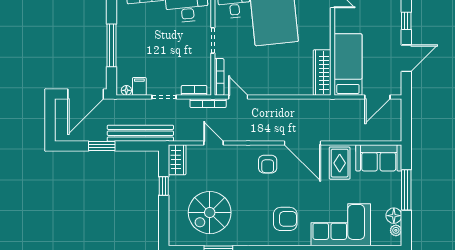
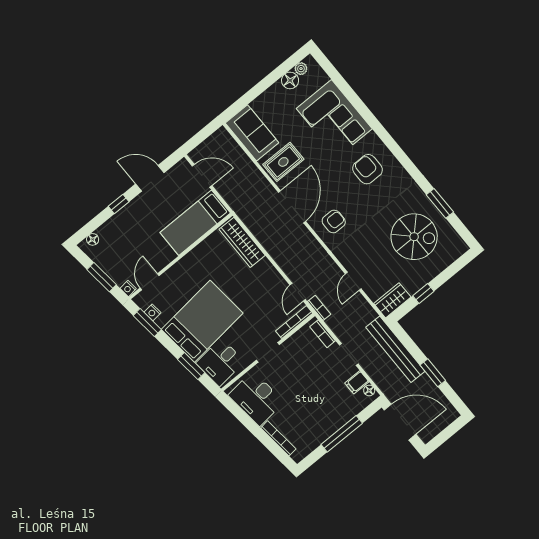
wardrobe: (322, 73) -> (242, 242), moved, turned 90
bookcase: (208, 103) -> (319, 308), width x0.64
window: (406, 190) -> (260, 88), removed

